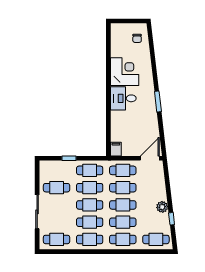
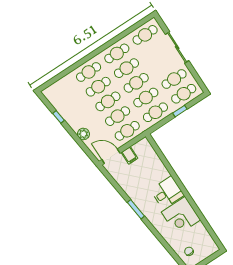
filing cabinet: (116, 149) -> (130, 155), moved
door: (150, 158) -> (111, 156), swing flipped
plant: (162, 207) -> (83, 134), moved
cafe table: (156, 239) -> (184, 94), moved

